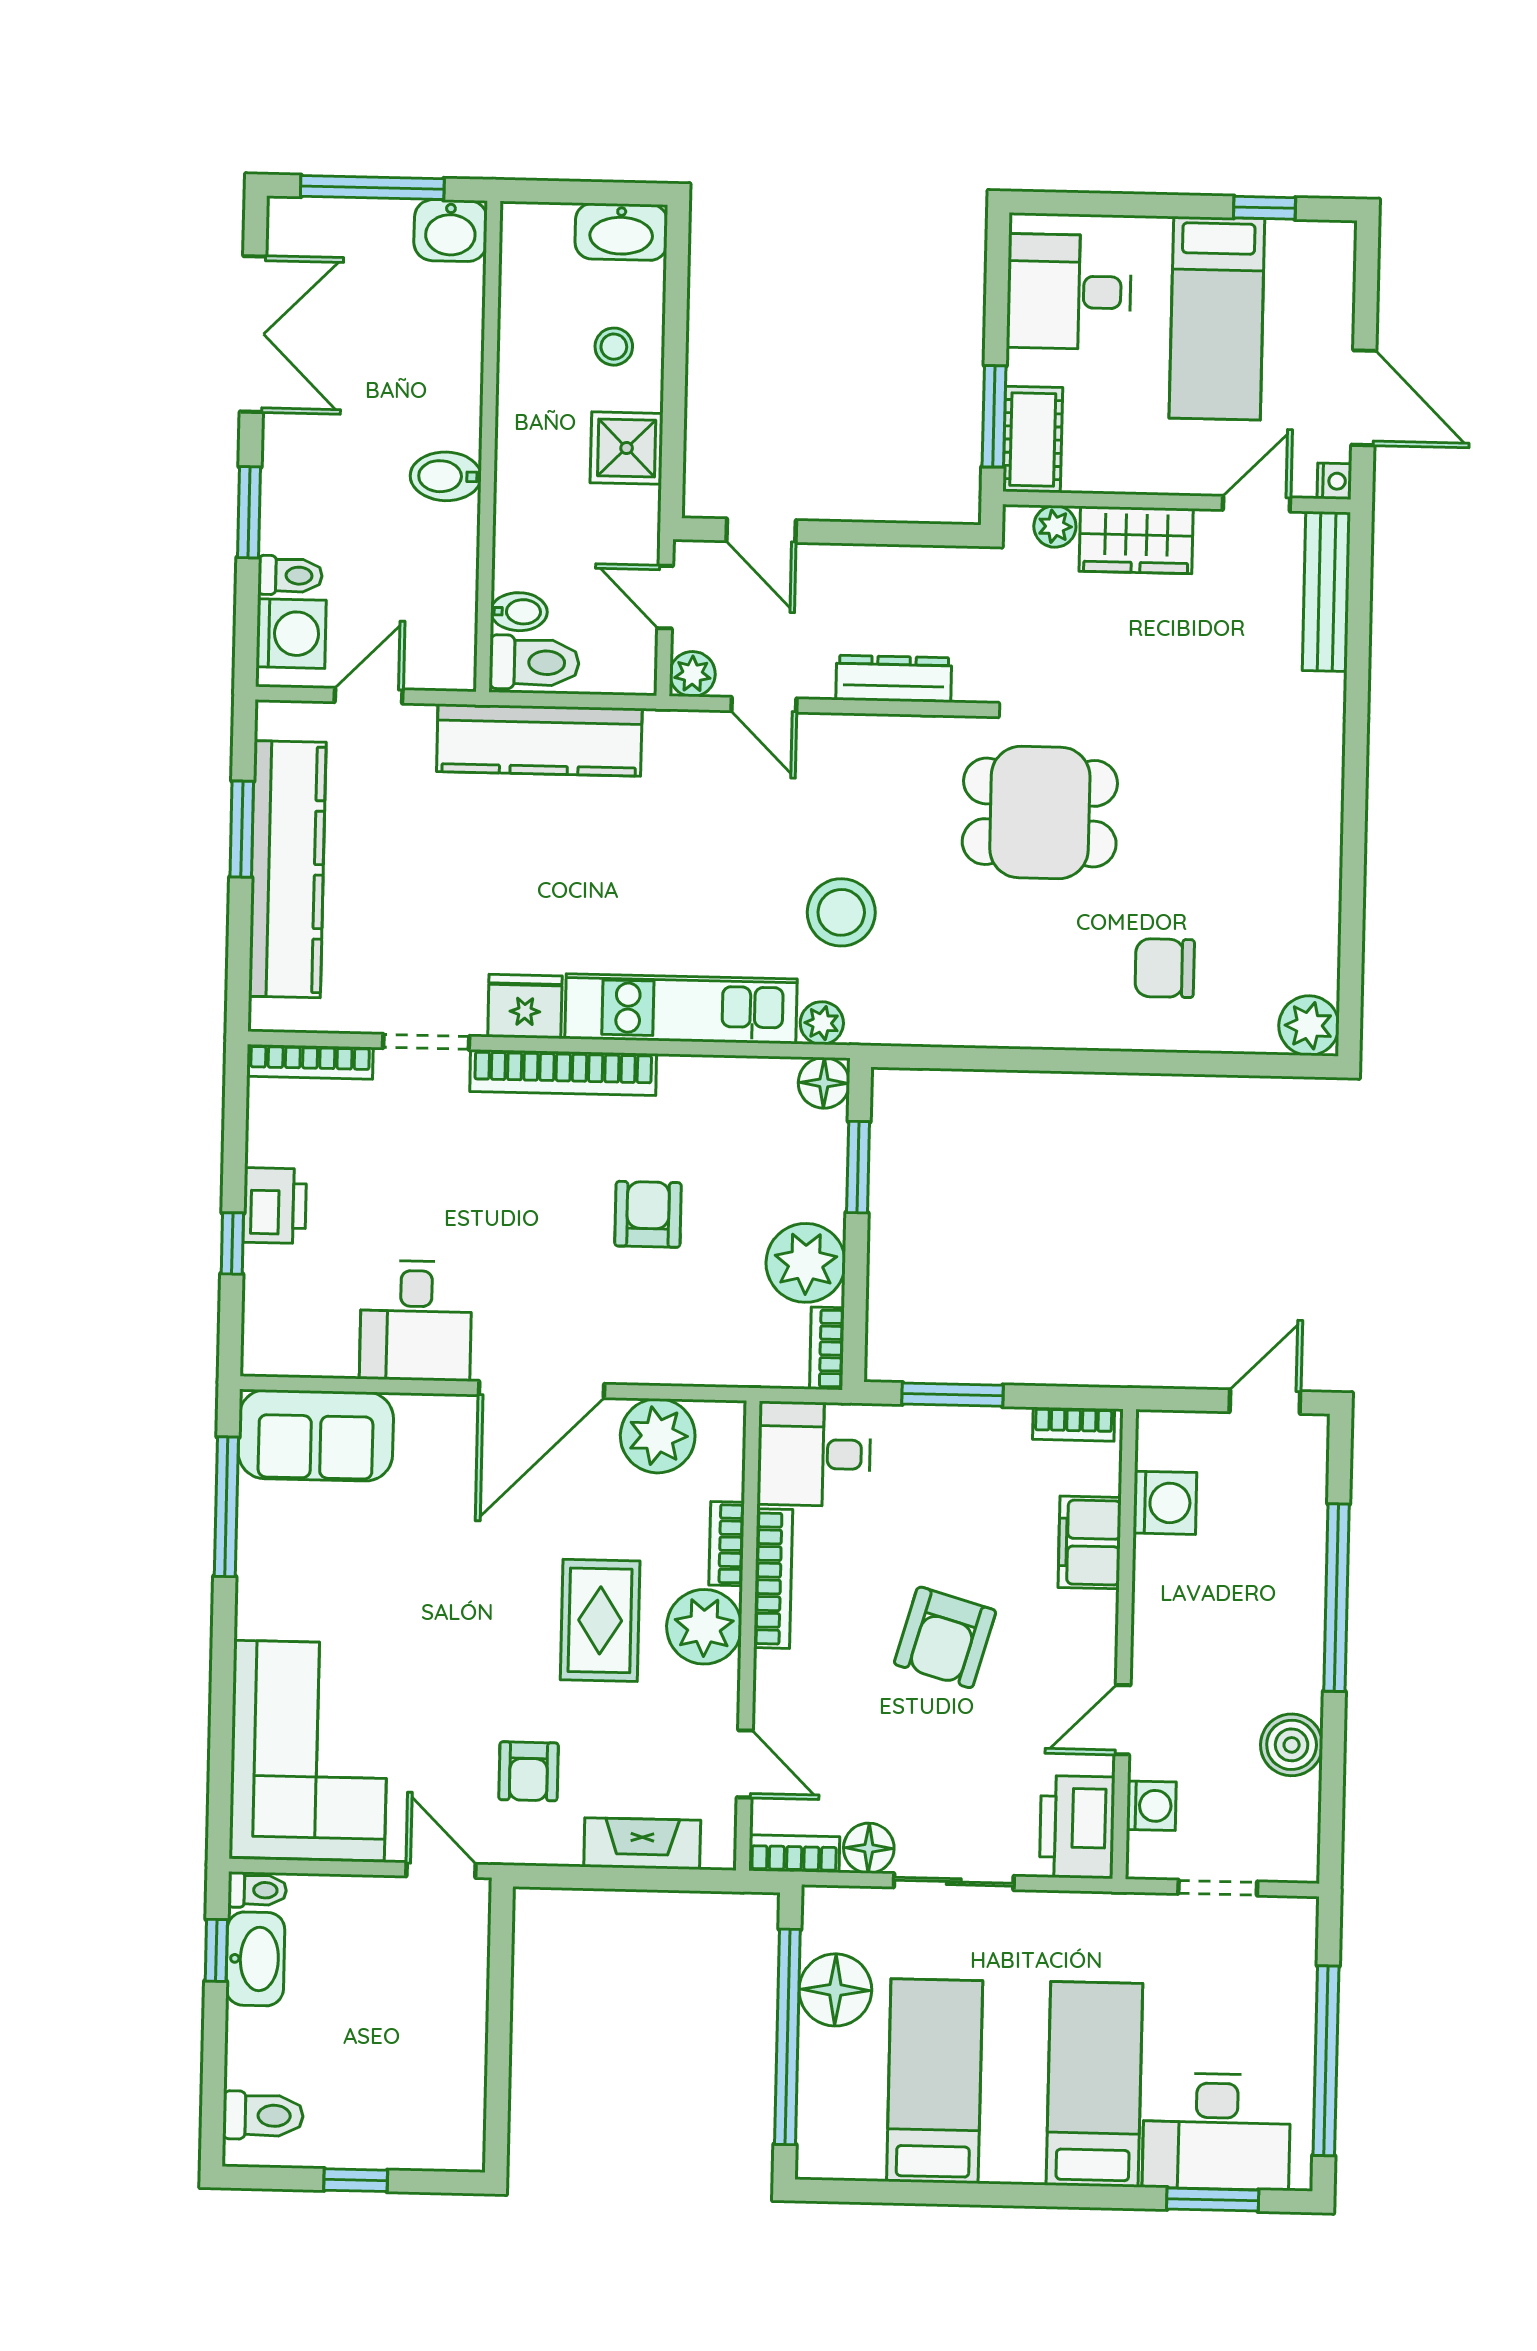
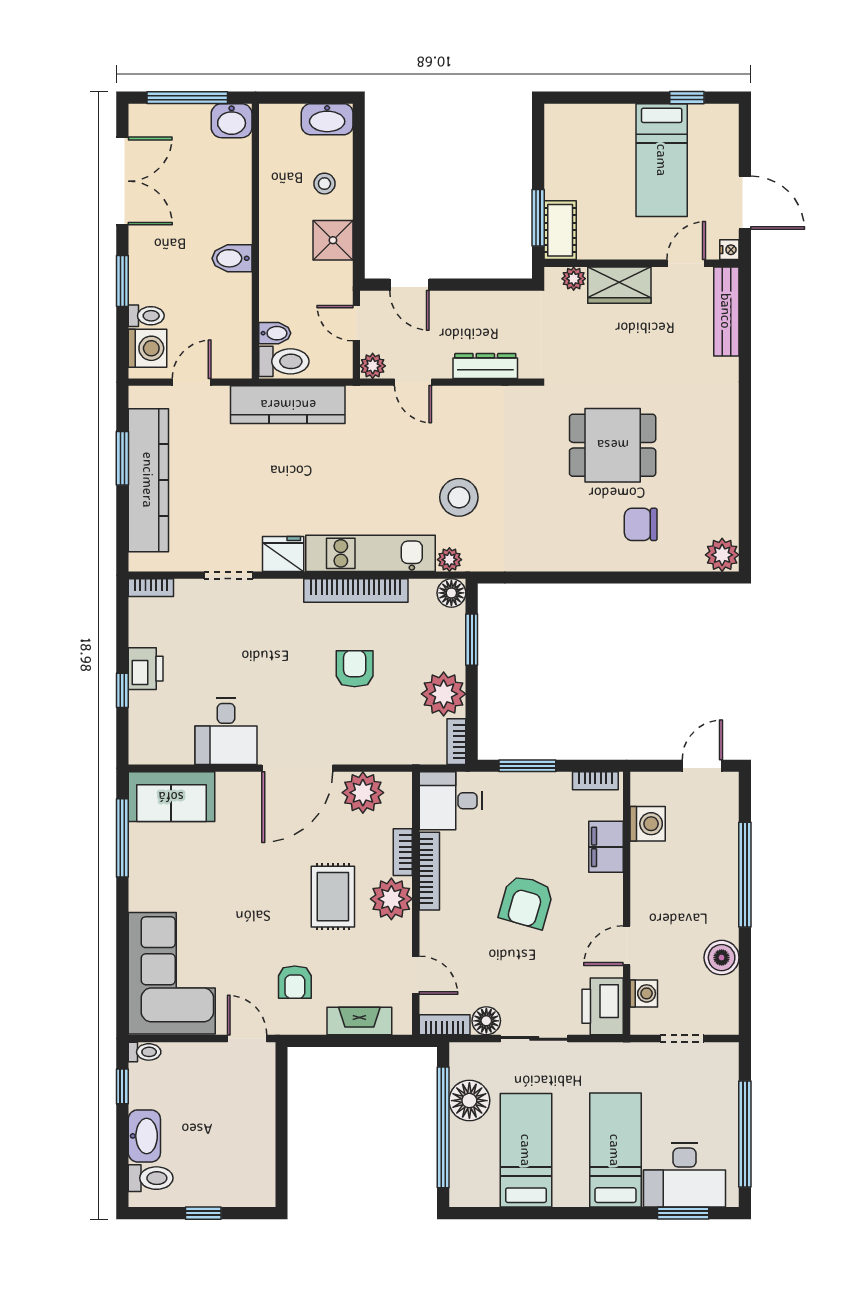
desk: (1069, 292) -> (579, 147), removed
dining table: (1040, 812) -> (613, 445), moved
bookcase: (310, 1062) -> (151, 588), width x0.64
bookcase: (563, 1073) -> (356, 591), moved
washbasin: (255, 1959) -> (144, 1136), moved

